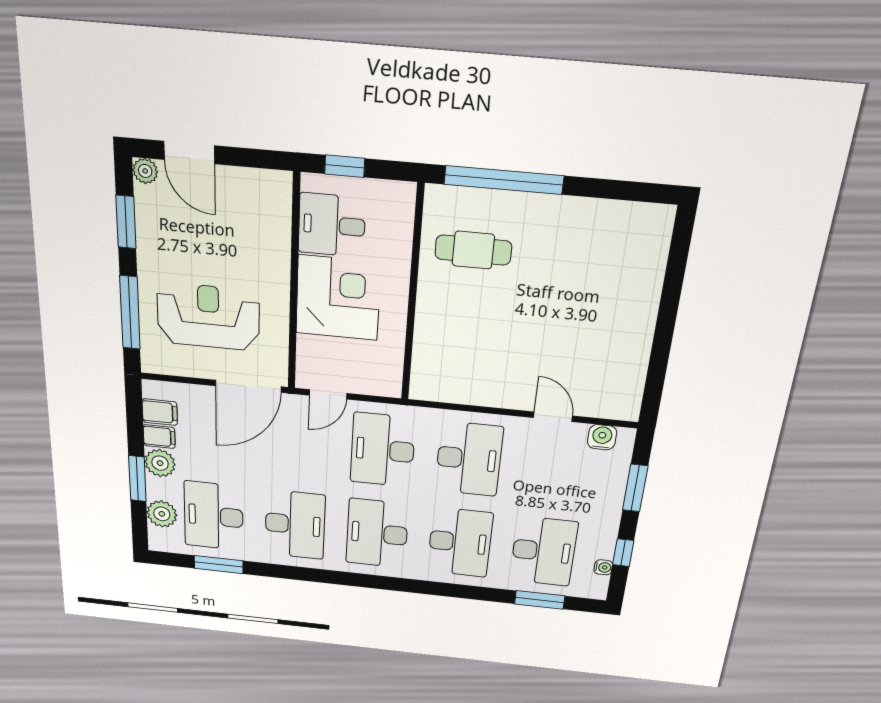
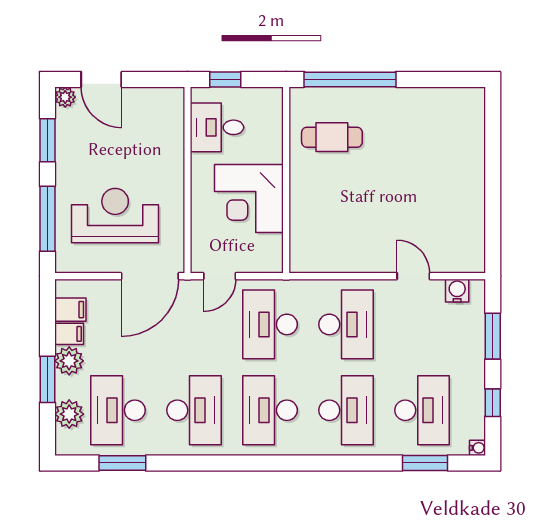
corner desk: (338, 298) -> (249, 198), moved, turned 180
water cooler: (603, 567) -> (477, 448), moved

